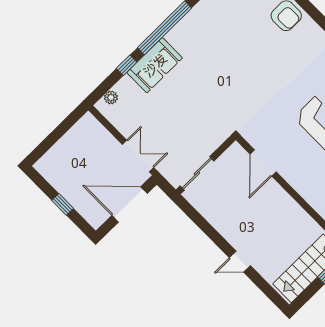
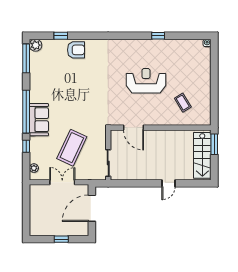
sofa: (155, 65) -> (39, 120), moved
coffee table: (174, 117) -> (72, 148), added
double door: (138, 156) -> (62, 182), moved

